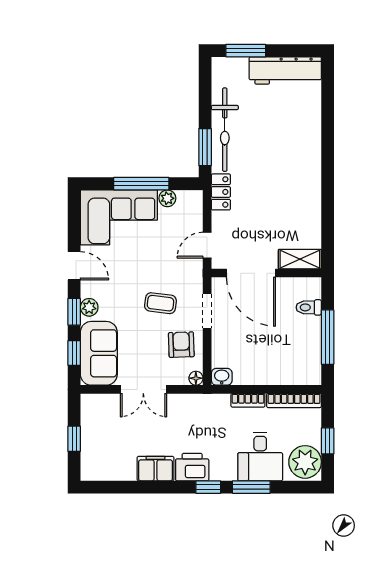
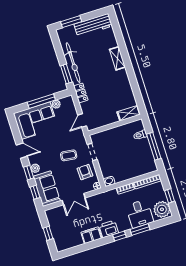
shelving: (311, 148) -> (117, 58), added
door: (251, 273) -> (107, 127), removed

